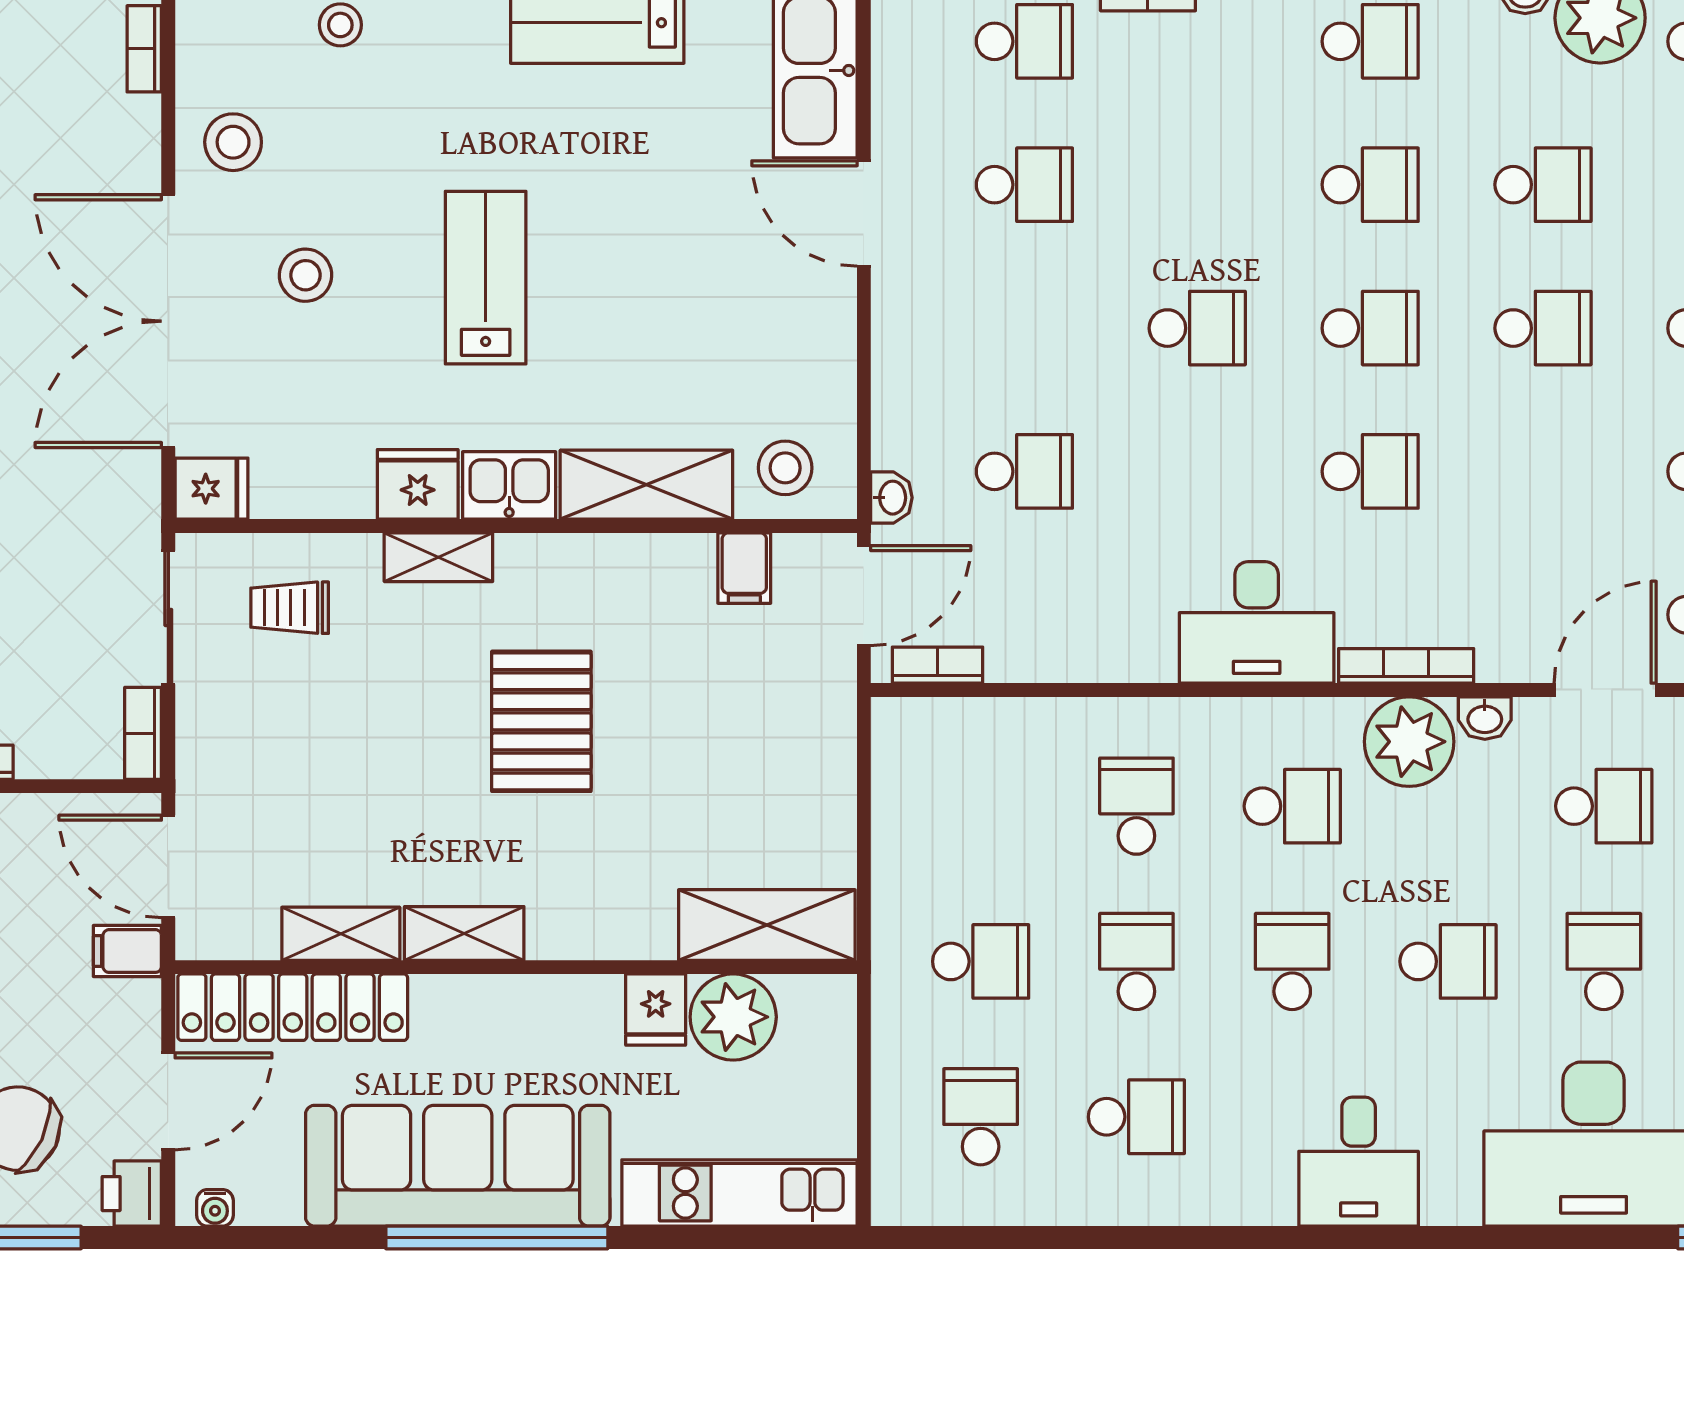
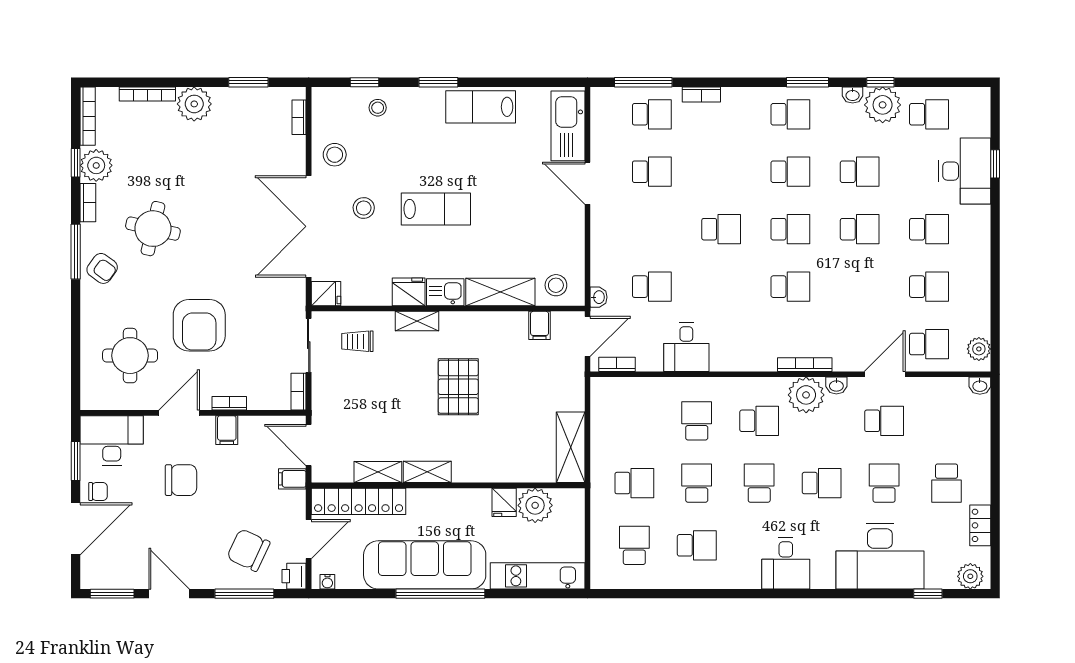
lab bench: (486, 278) -> (436, 209), turned 90
desk: (1257, 622) -> (686, 347), moved, width x0.73
shelving: (767, 925) -> (571, 447), moved, turned 90

